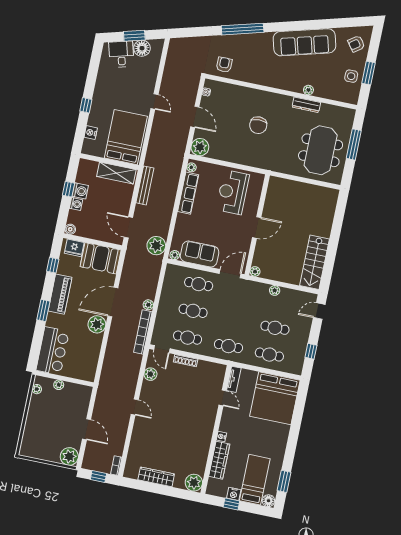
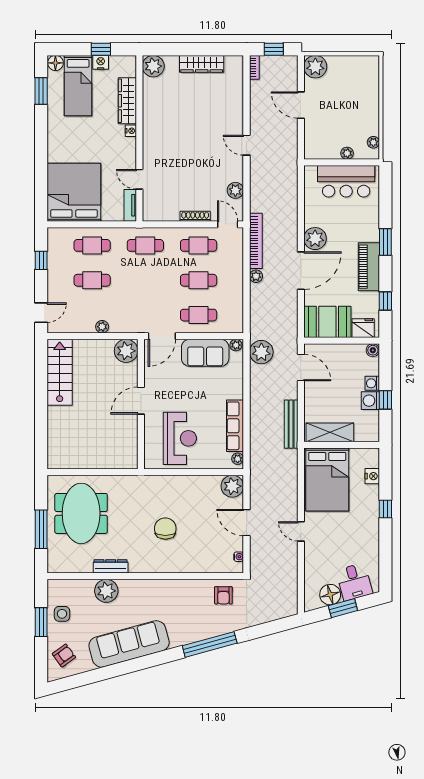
plant: (308, 90) -> (106, 591), width x1.87, depth x1.87
plant: (255, 271) -> (126, 351), width x1.87, depth x1.87
bar counter: (53, 351) -> (346, 181), moved, turned -90

